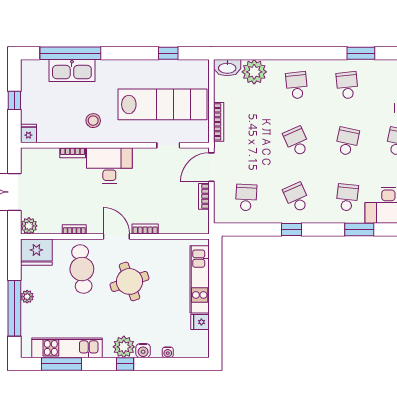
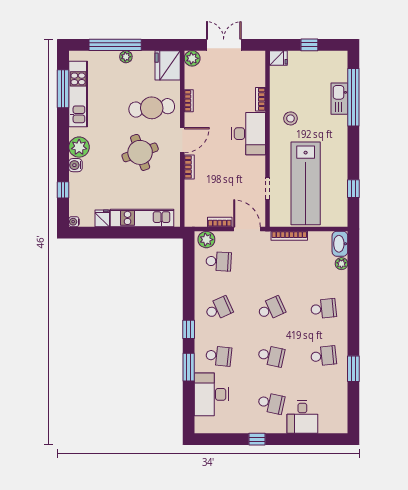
kitchen sink: (72, 71) -> (339, 99), width x0.73, depth x0.81
plant: (254, 72) -> (341, 264), width x0.53, depth x0.53
plant: (223, 211) -> (206, 240), added
window: (291, 229) -> (189, 329), moved
water cooler: (168, 352) -> (74, 222), moved
window: (125, 364) -> (63, 190), moved

